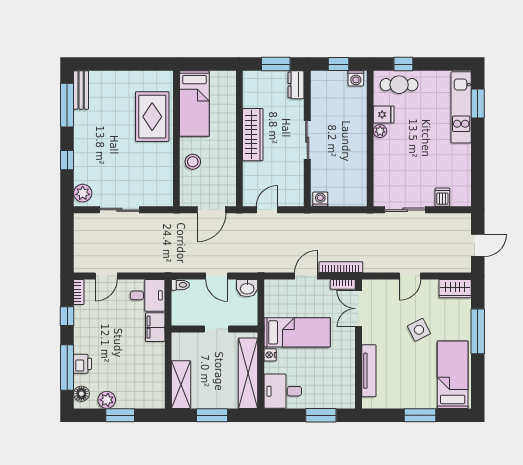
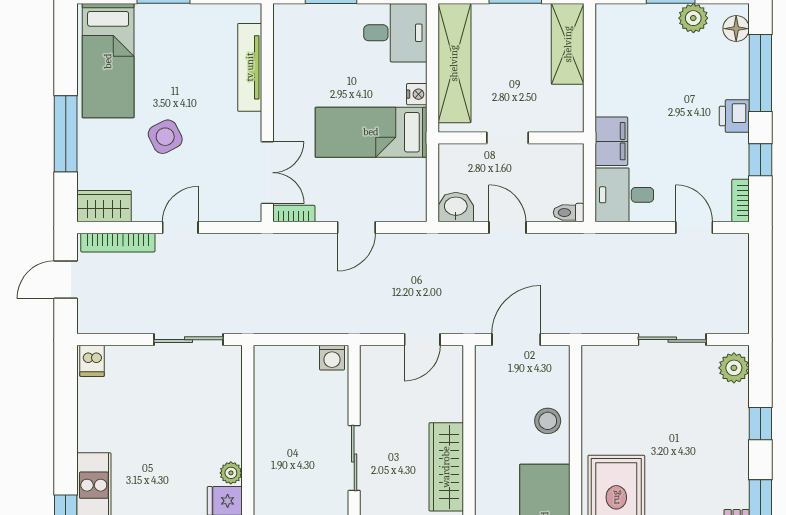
dishwasher: (442, 197) -> (92, 361), moved
bookcase: (341, 267) -> (118, 243), moved
door: (106, 276) -> (694, 228), hinge flipped
printer: (82, 364) -> (734, 116), moved

